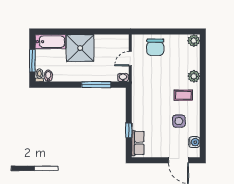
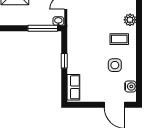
window: (96, 85) -> (43, 28), moved
window: (129, 130) -> (64, 61), moved

